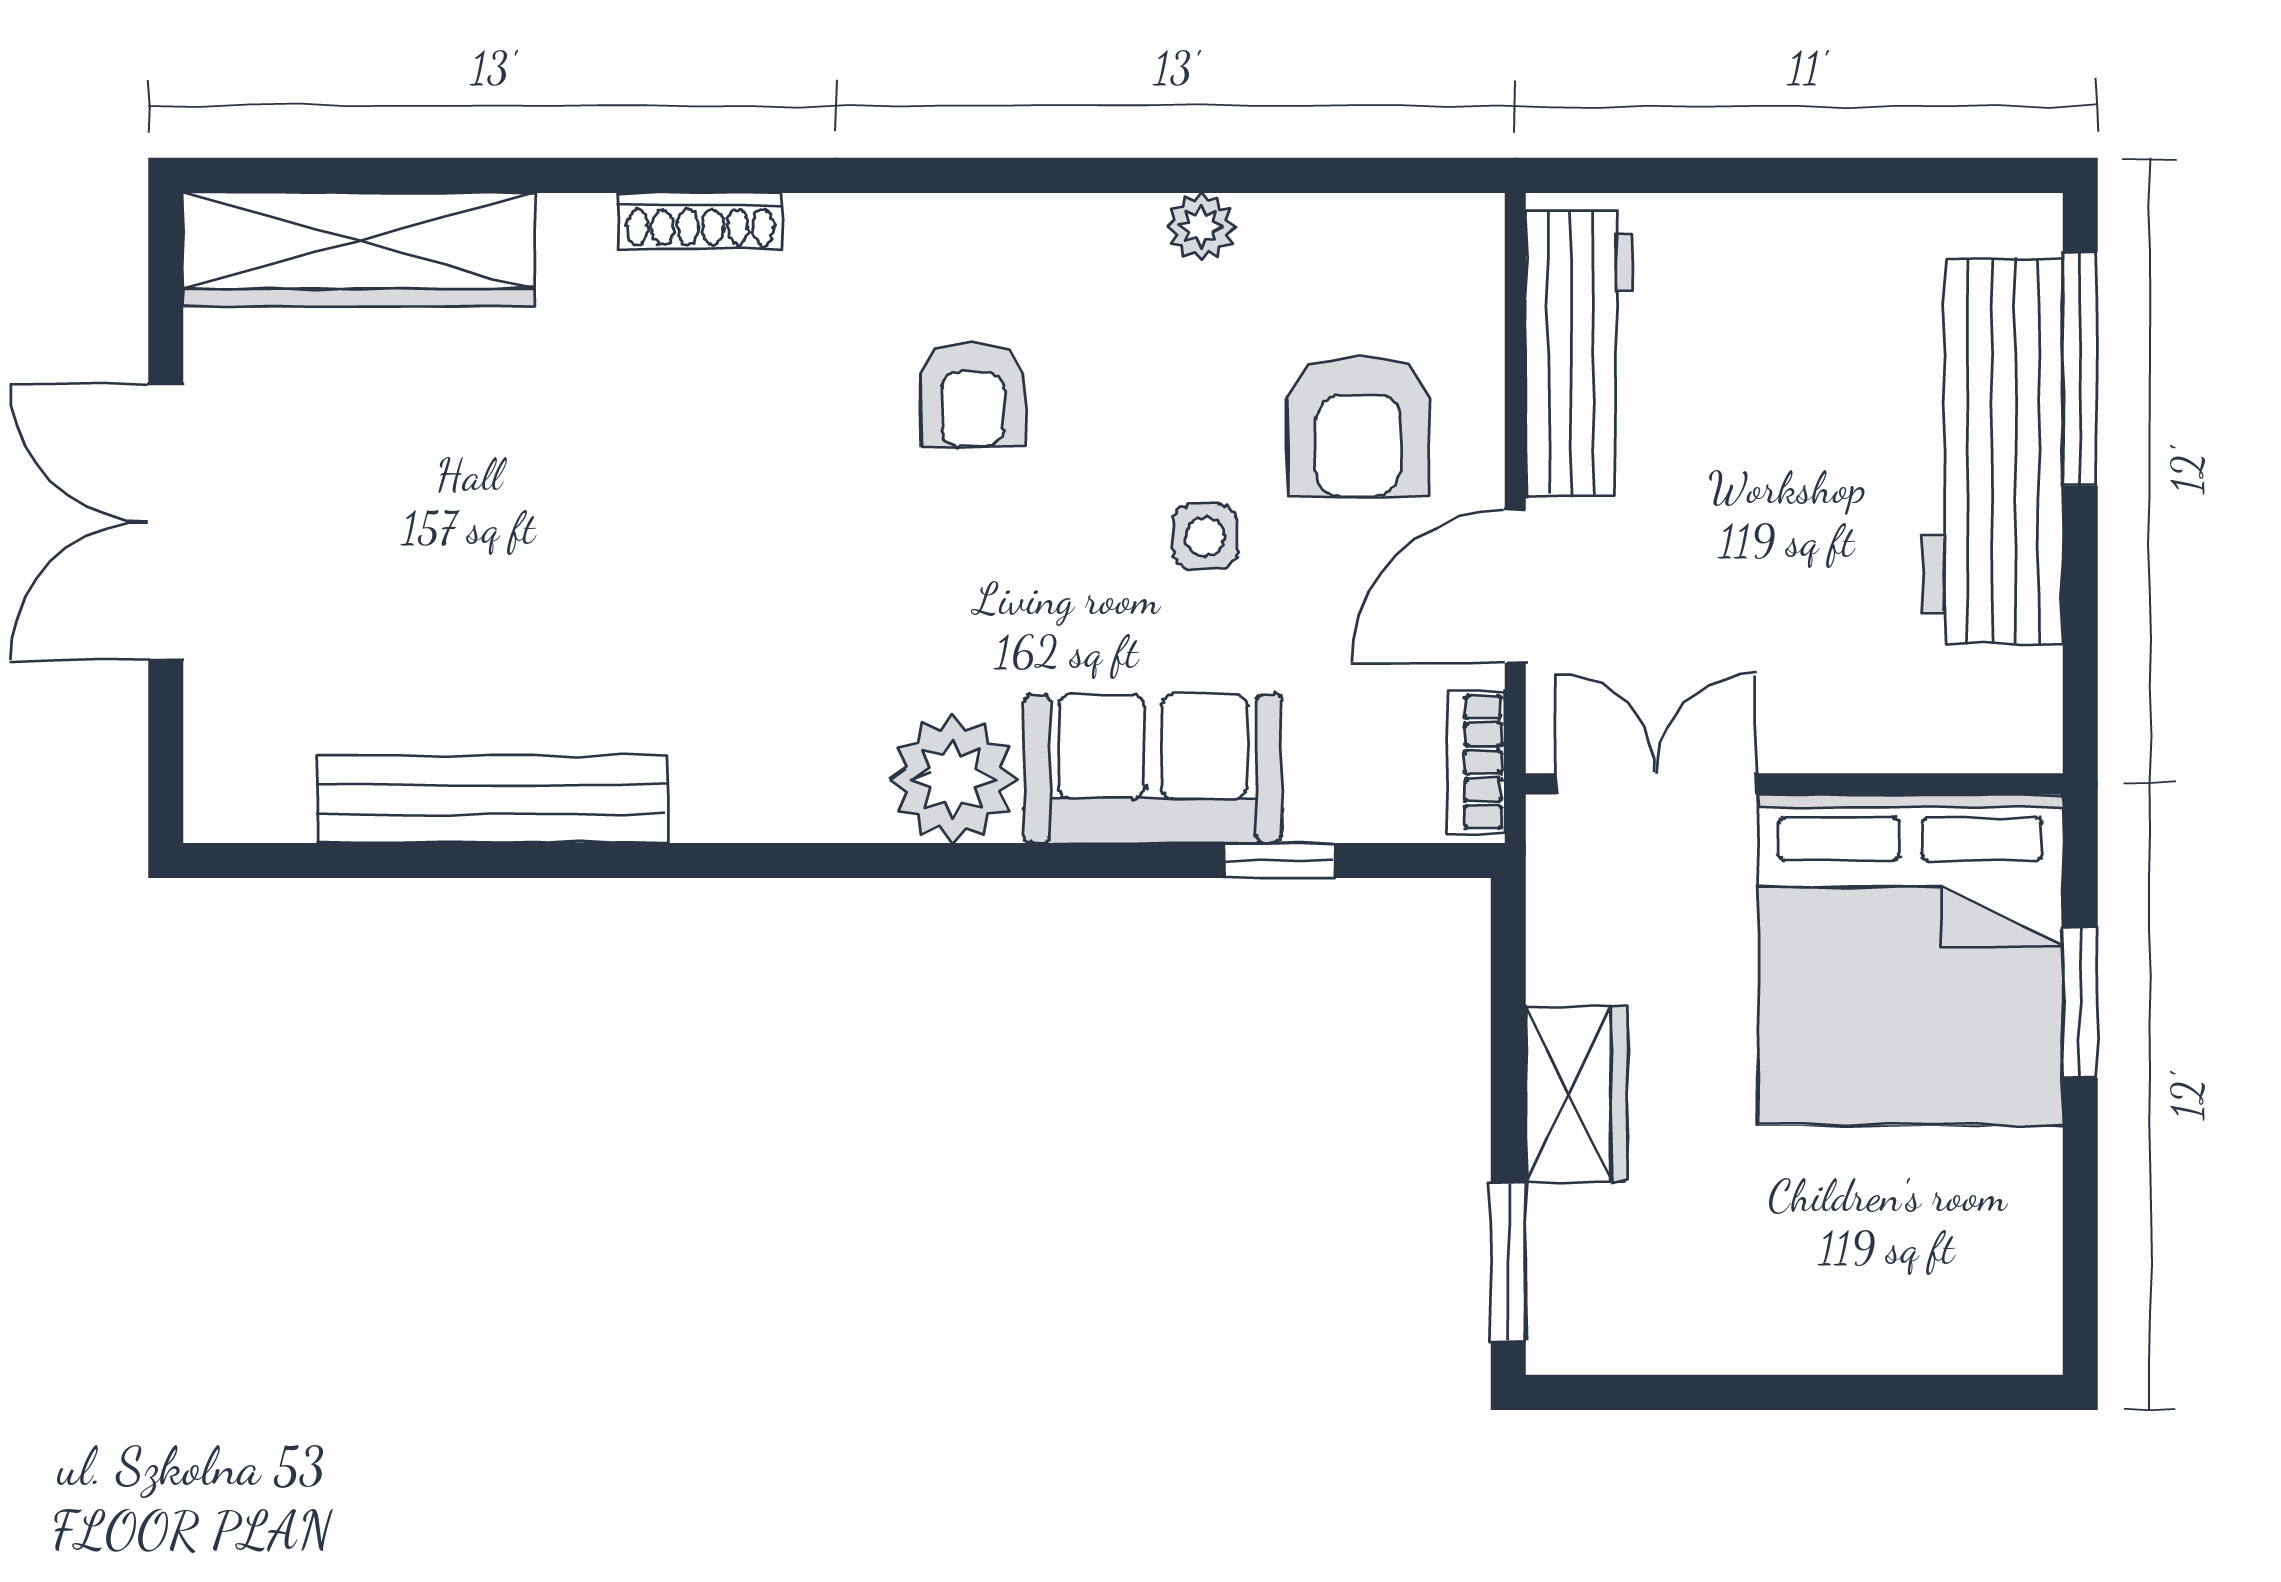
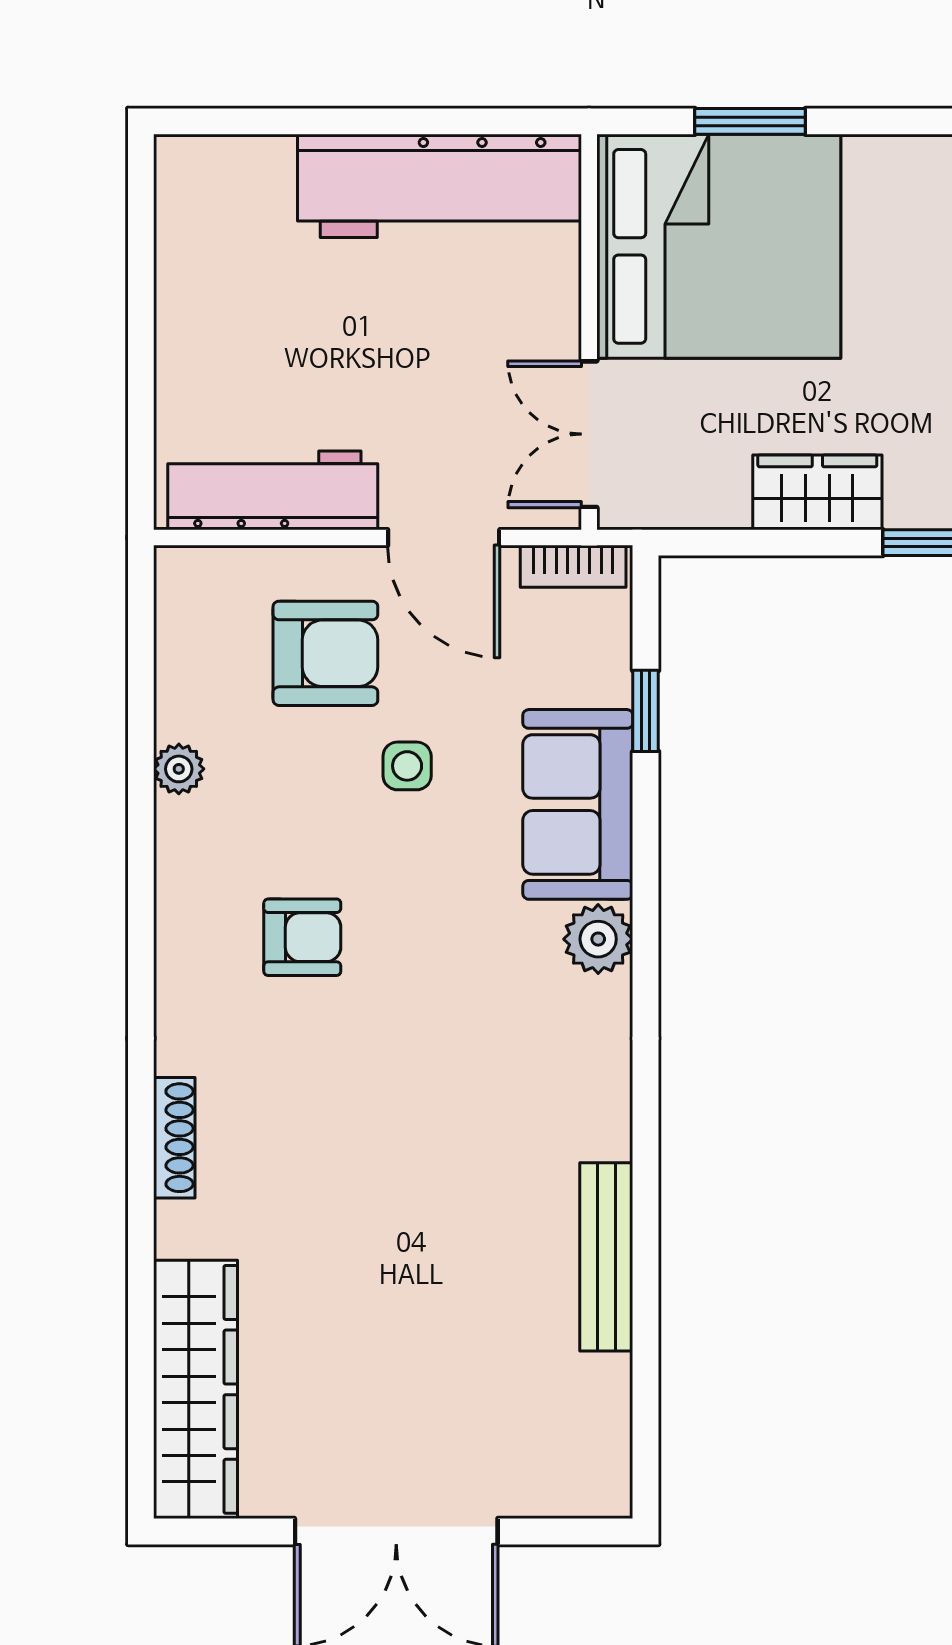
window: (2080, 369) -> (283, 121), removed
workbench: (1993, 451) -> (439, 186), moved
plant: (953, 779) -> (598, 939), width x0.73, depth x0.73
bench: (492, 800) -> (606, 1257), width x0.73, depth x0.82

